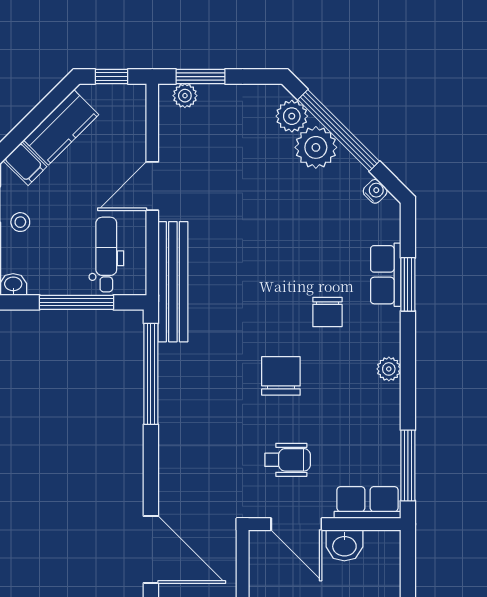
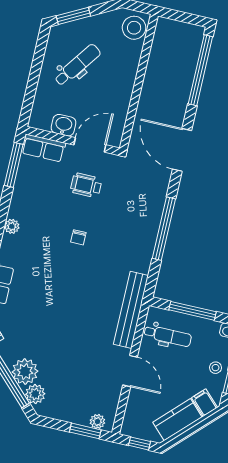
door: (152, 186) -> (130, 371), hinge flipped
dental chair: (106, 255) -> (168, 336), turned -90
chair: (327, 312) -> (41, 270), removed
window: (151, 374) -> (164, 229), moved
chair: (281, 376) -> (78, 237), width x0.54, depth x0.54
door: (296, 524) -> (90, 145), hinge flipped

